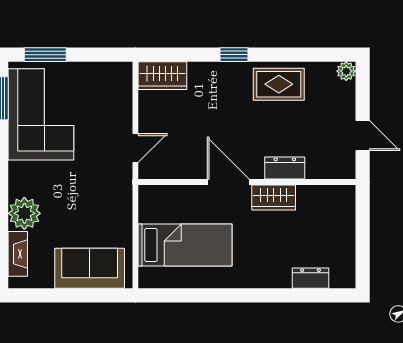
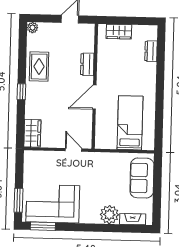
wardrobe: (274, 197) -> (119, 32), moved, turned 90

